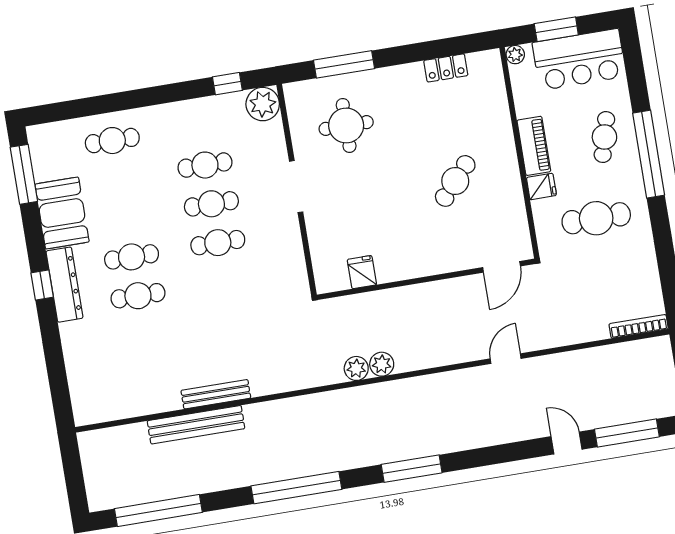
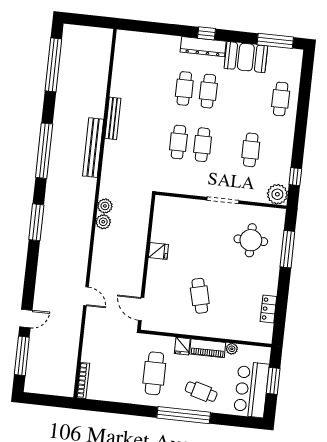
plant: (515, 55) -> (232, 349), moved
cafe table: (455, 181) -> (200, 296), turned 34
cafe table: (211, 204) -> (178, 142), moved
fridge: (362, 272) -> (158, 251), moved
bench: (196, 425) -> (93, 148), moved

